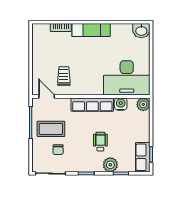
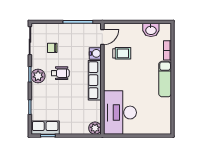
washbasin: (141, 31) -> (151, 30), moved, turned -90
water cooler: (121, 104) -> (95, 53), moved
coffee table: (51, 129) -> (72, 41), removed
wheelchair: (100, 142) -> (60, 73), moved
plant: (110, 165) -> (38, 76), moved

